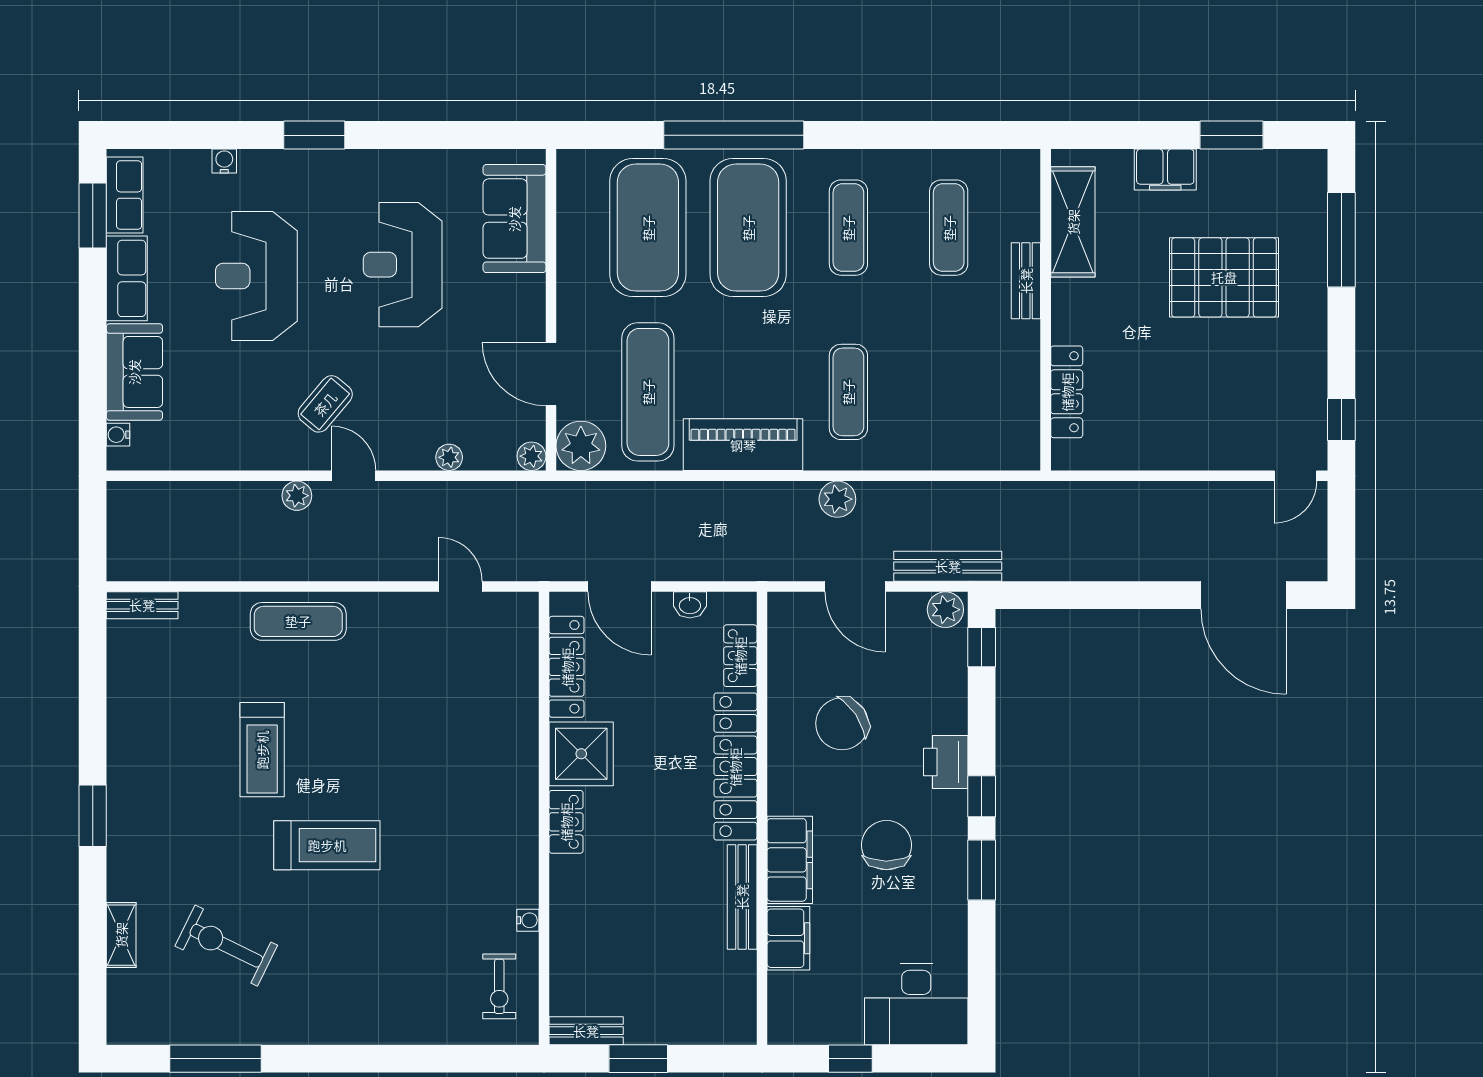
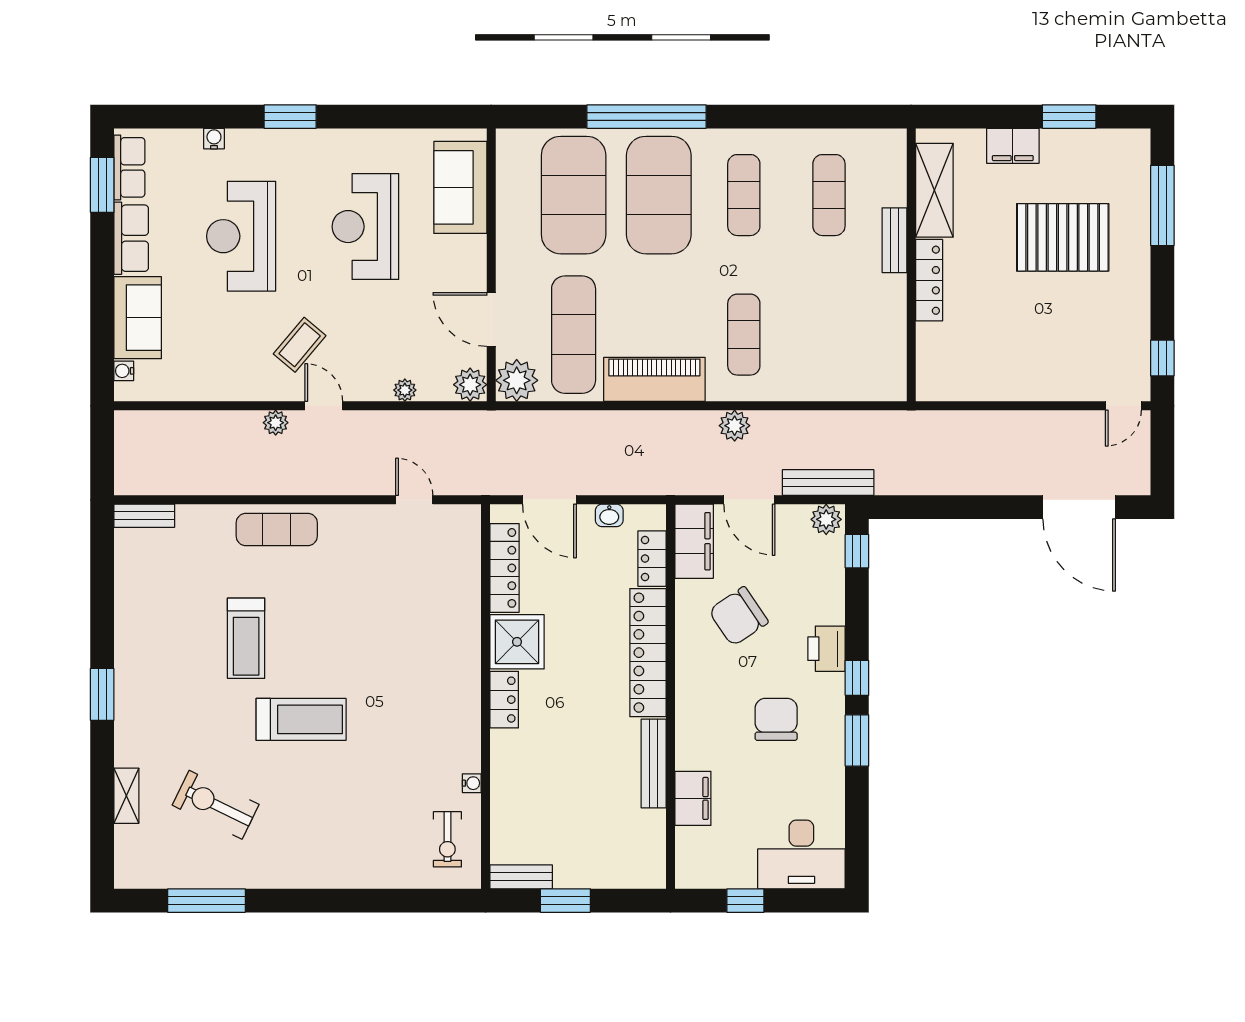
locker: (1067, 392) -> (929, 280), moved
plant: (531, 456) -> (470, 385), width x1.38, depth x1.38
filing cabinet: (790, 860) -> (694, 541), moved

